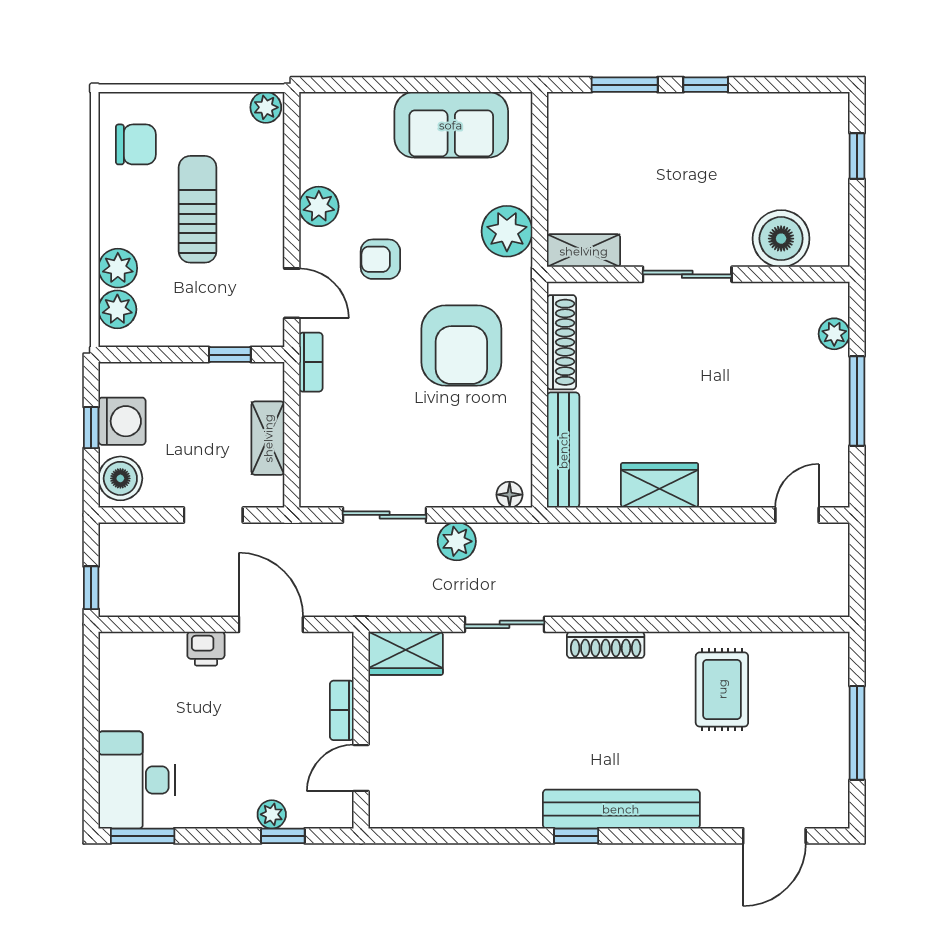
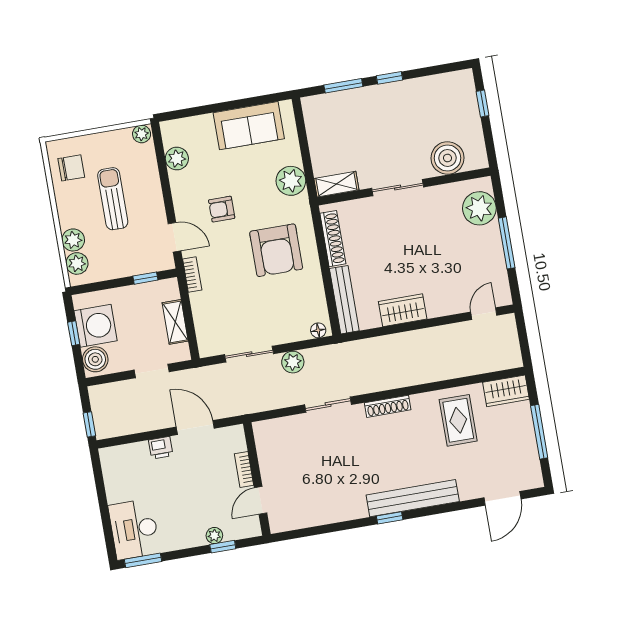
plant: (319, 206) -> (177, 159), moved
plant: (834, 334) -> (479, 208), width x1.87, depth x1.87
washing machine: (122, 421) -> (96, 326), width x1.37, depth x1.37
wardrobe: (406, 653) -> (506, 391), moved

